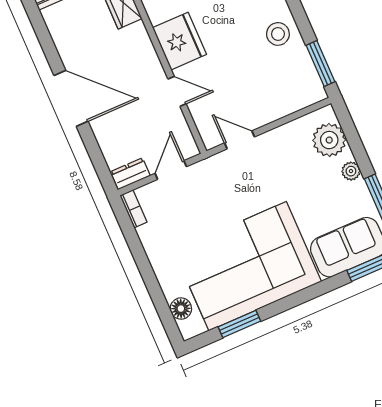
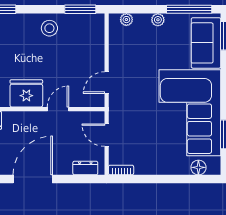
plant: (329, 140) -> (126, 20), width x0.53, depth x0.53
dresser: (130, 174) -> (85, 168), moved, turned 90

